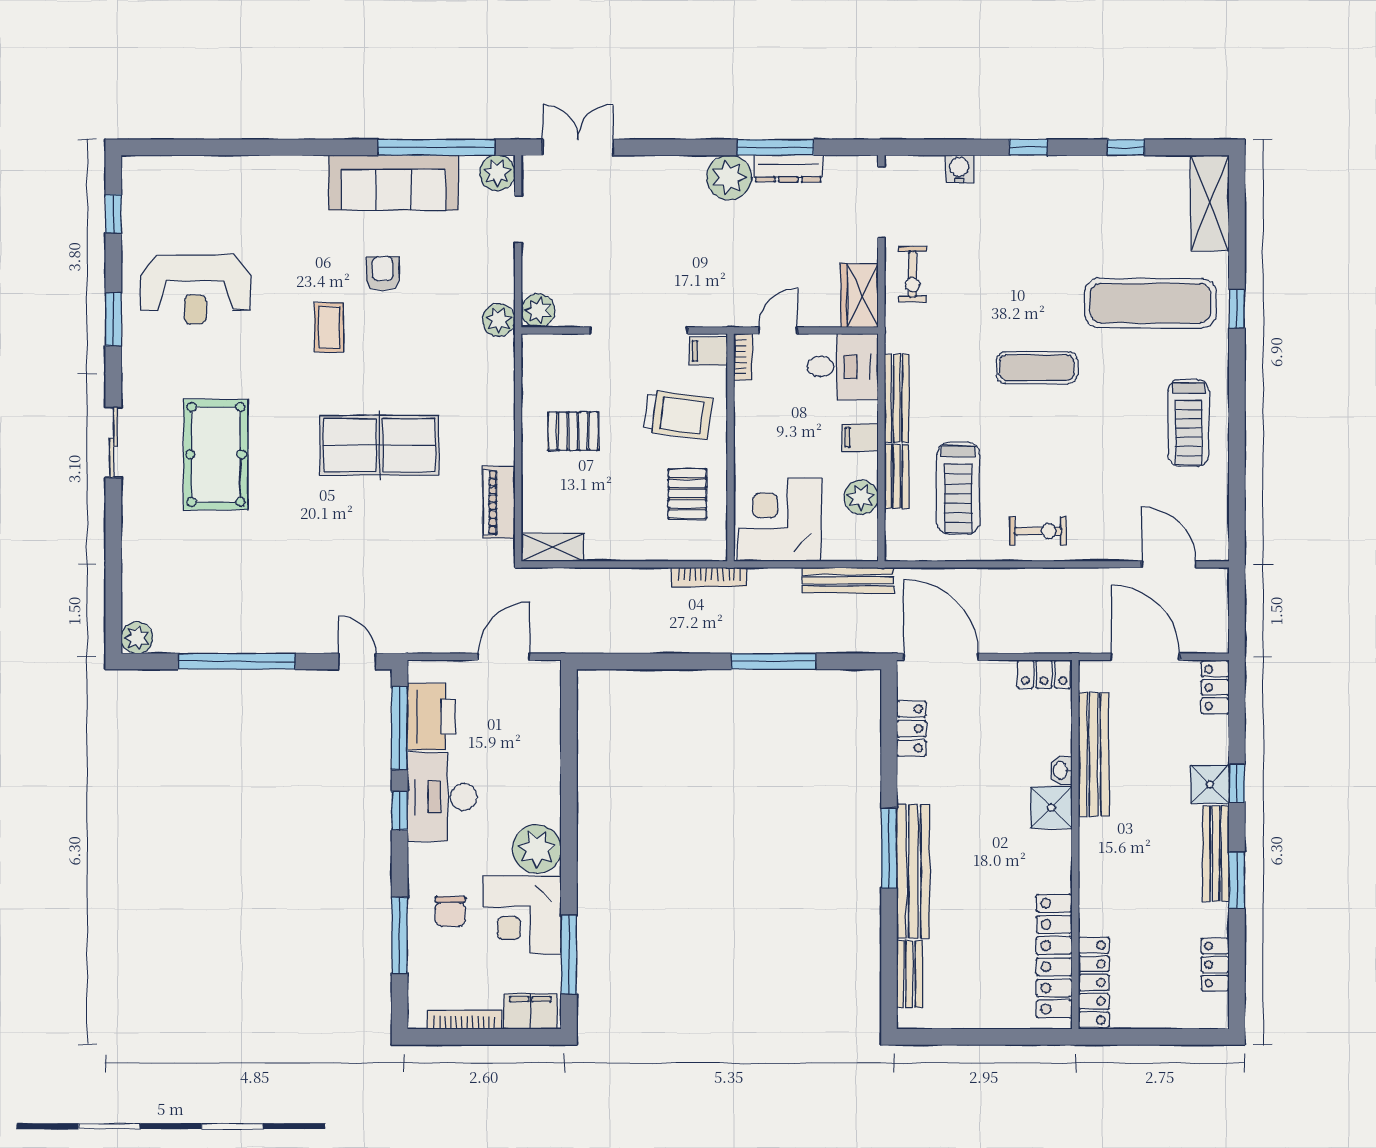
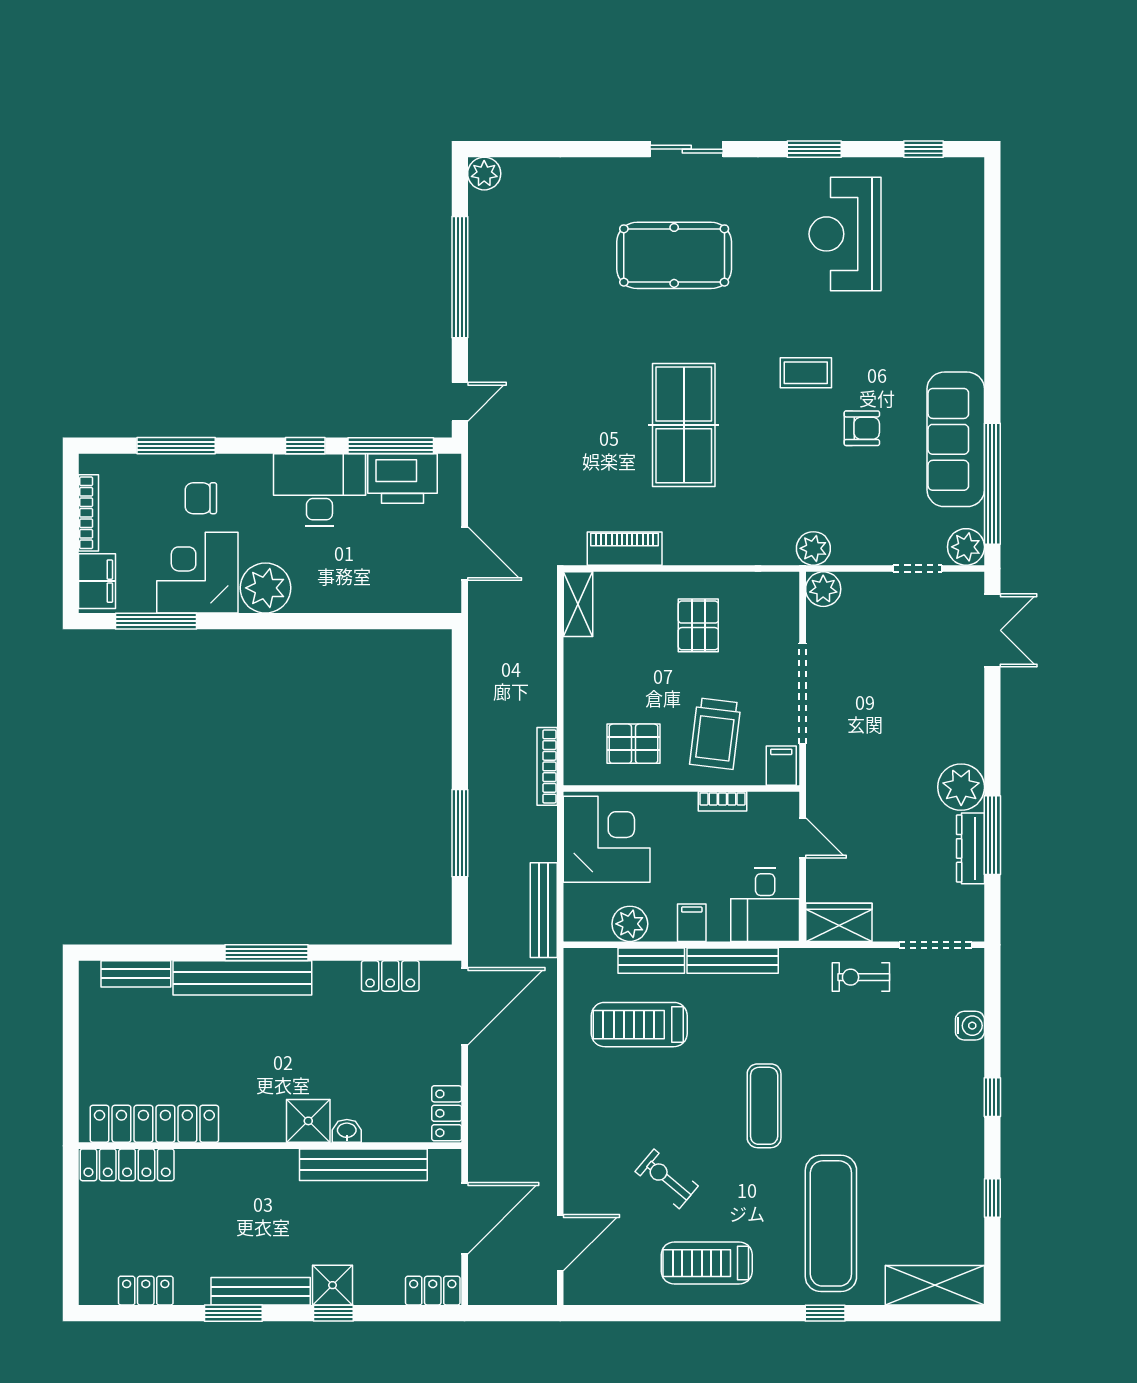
bookcase: (743, 357) -> (722, 801), moved
exercise bike: (1038, 531) -> (667, 1179), moved, turned 130

